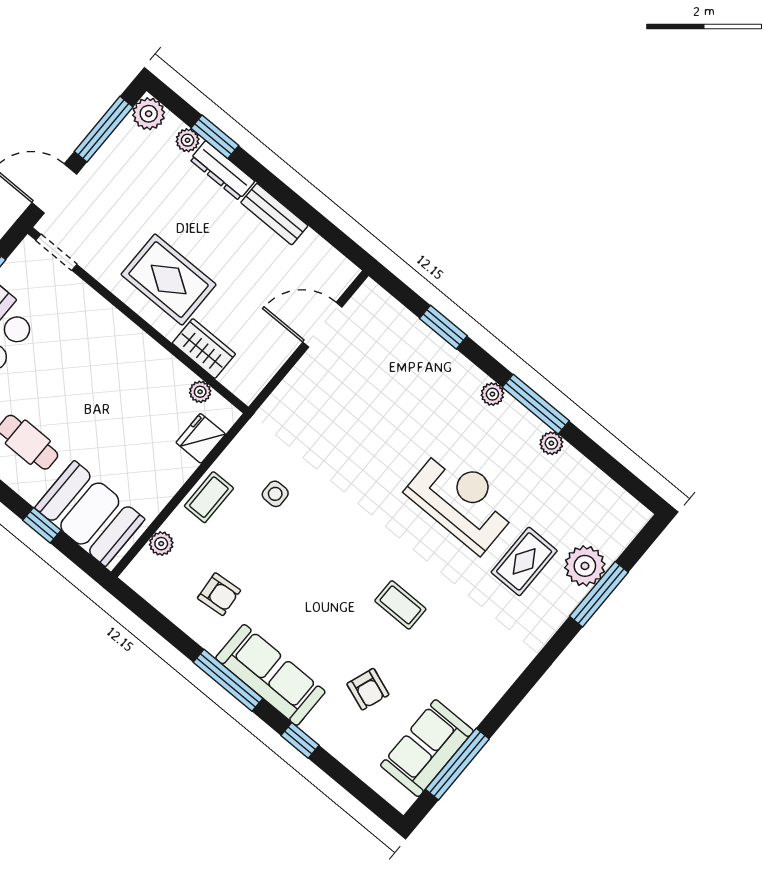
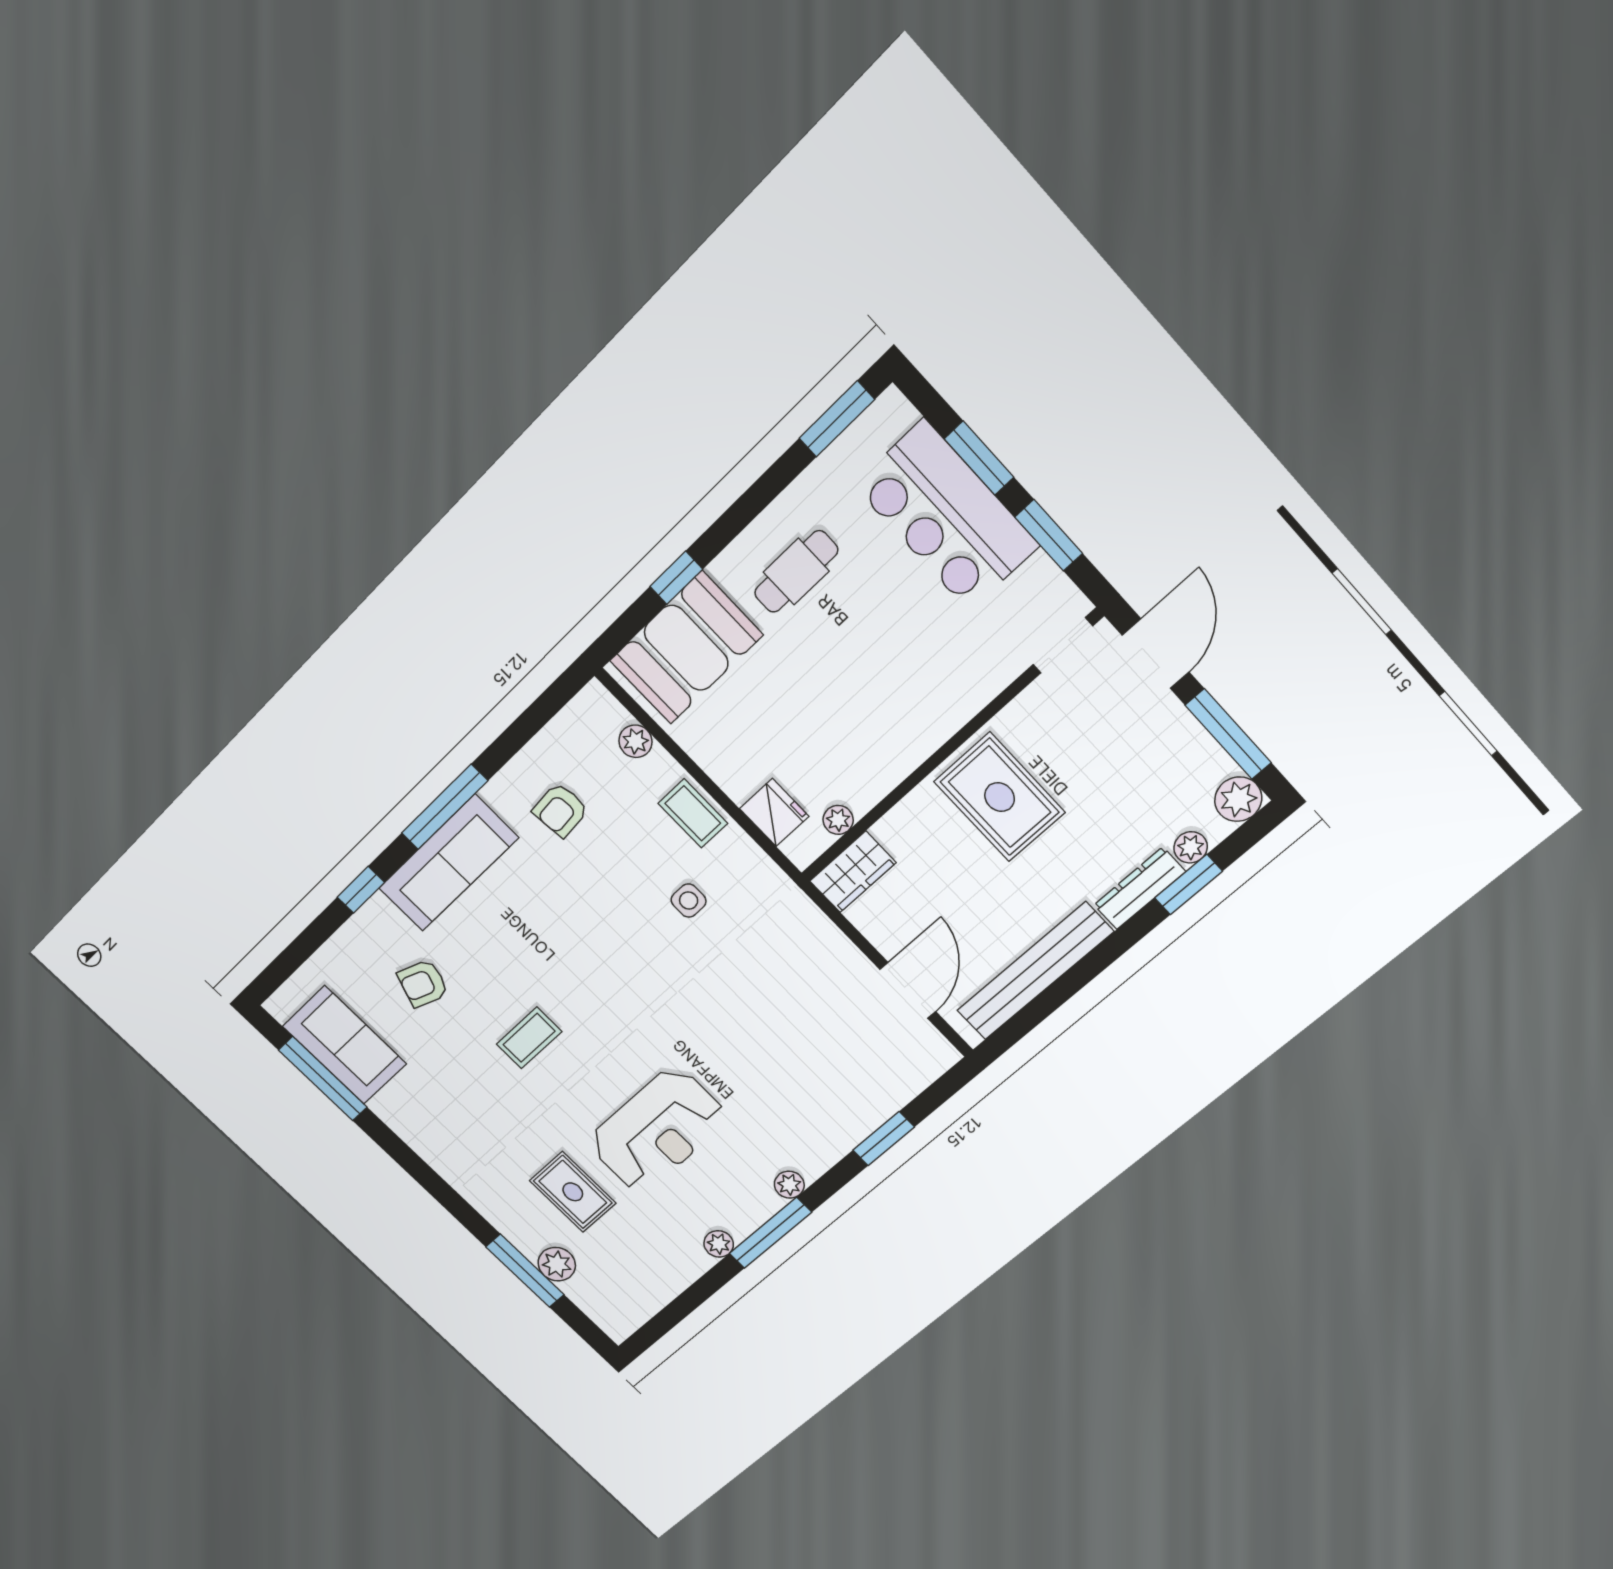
bench: (274, 214) -> (1035, 971), width x1.86, depth x1.21
rug: (169, 280) -> (1000, 797), turned 90
wardrobe: (204, 349) -> (853, 872), moved
plant: (585, 566) -> (557, 1264), width x0.73, depth x0.73

